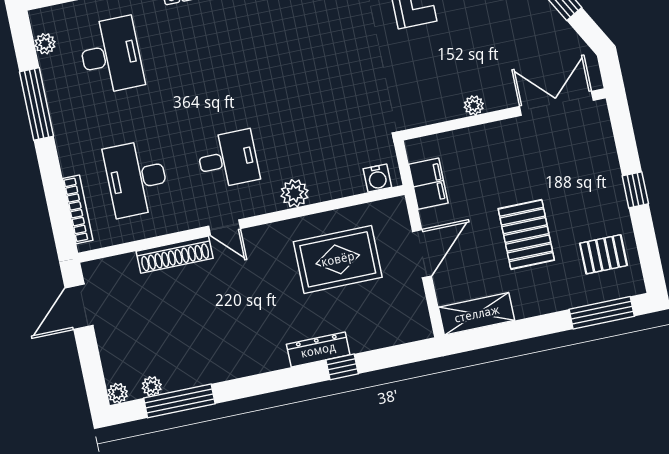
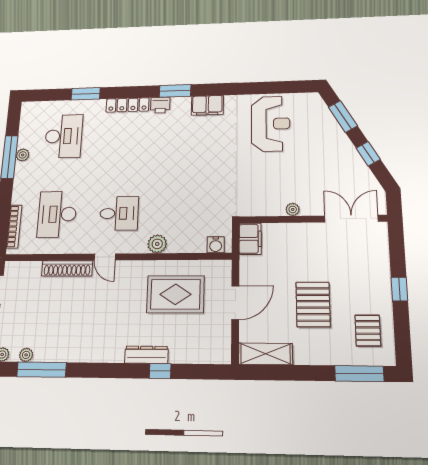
plant: (45, 44) -> (23, 155), moved
filing cabinet: (428, 184) -> (250, 239), moved
pallet: (603, 254) -> (368, 331), turned 90

